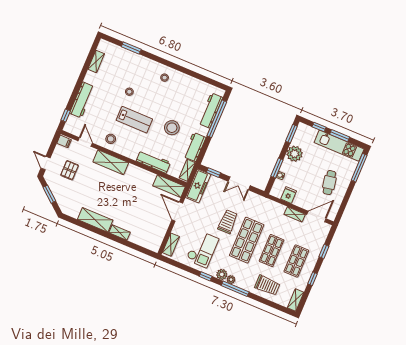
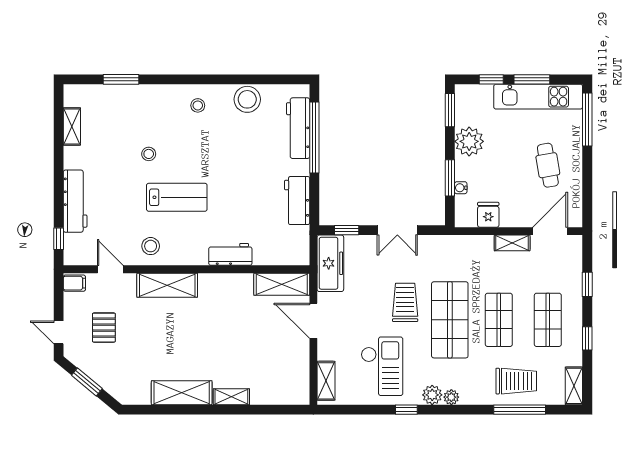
stool: (172, 128) -> (247, 99), moved
workbench: (153, 162) -> (230, 254), width x0.73
shelving: (187, 170) -> (301, 245), removed
window: (235, 289) -> (520, 410), moved

